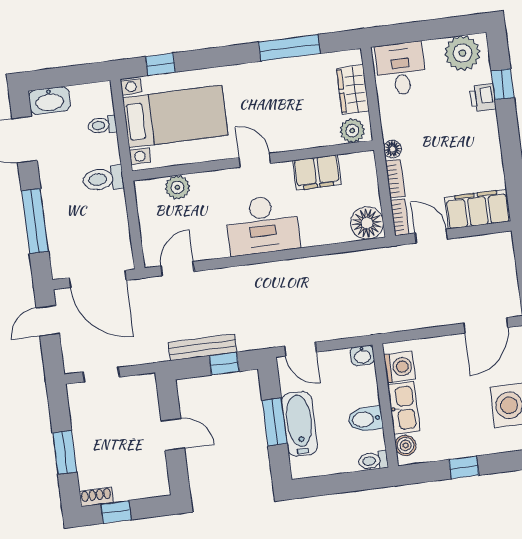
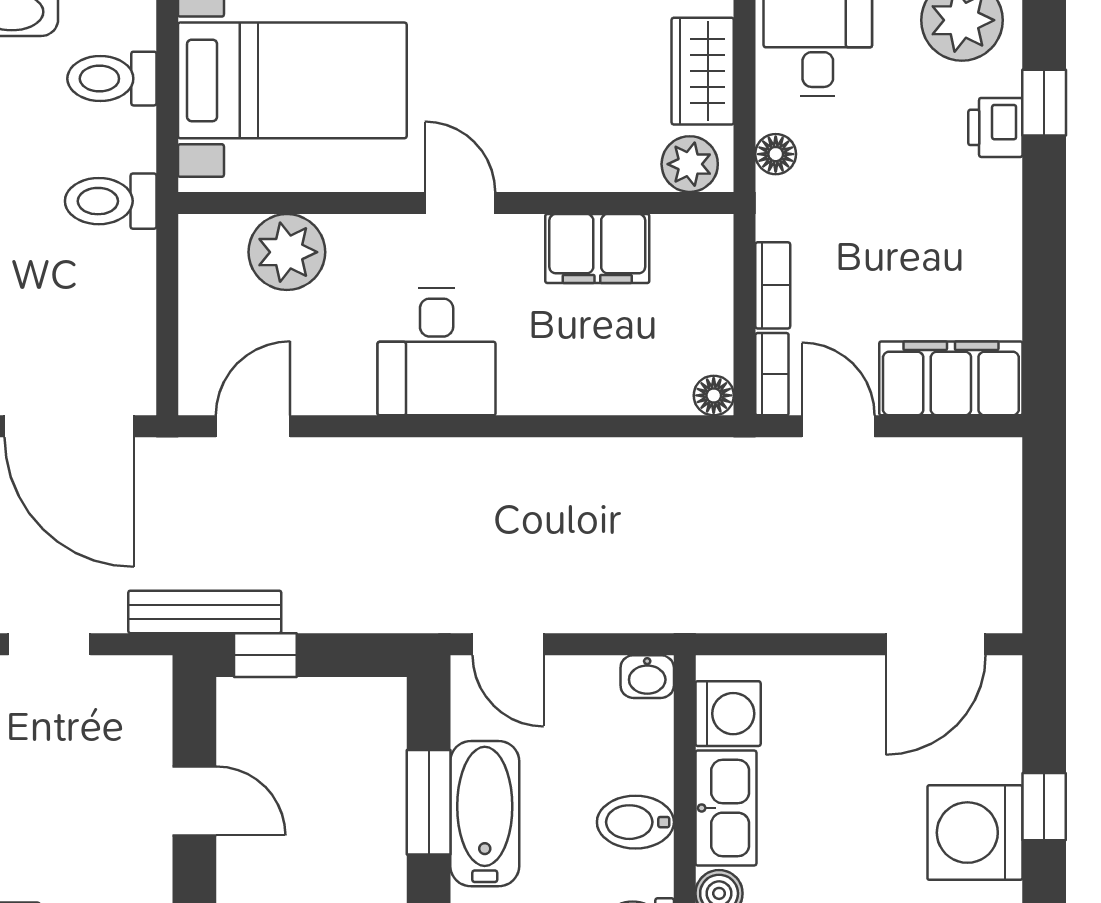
toilet: (102, 125) -> (112, 79), width x1.37, depth x1.39
floor lamp: (393, 149) -> (776, 154), moved
plant: (177, 187) -> (287, 252), width x1.36, depth x1.36
floor lamp: (367, 223) -> (714, 395), width x0.53, depth x0.53
desk: (262, 225) -> (437, 352), width x0.73
bench: (203, 347) -> (205, 612), moved
window: (224, 364) -> (265, 655), moved

